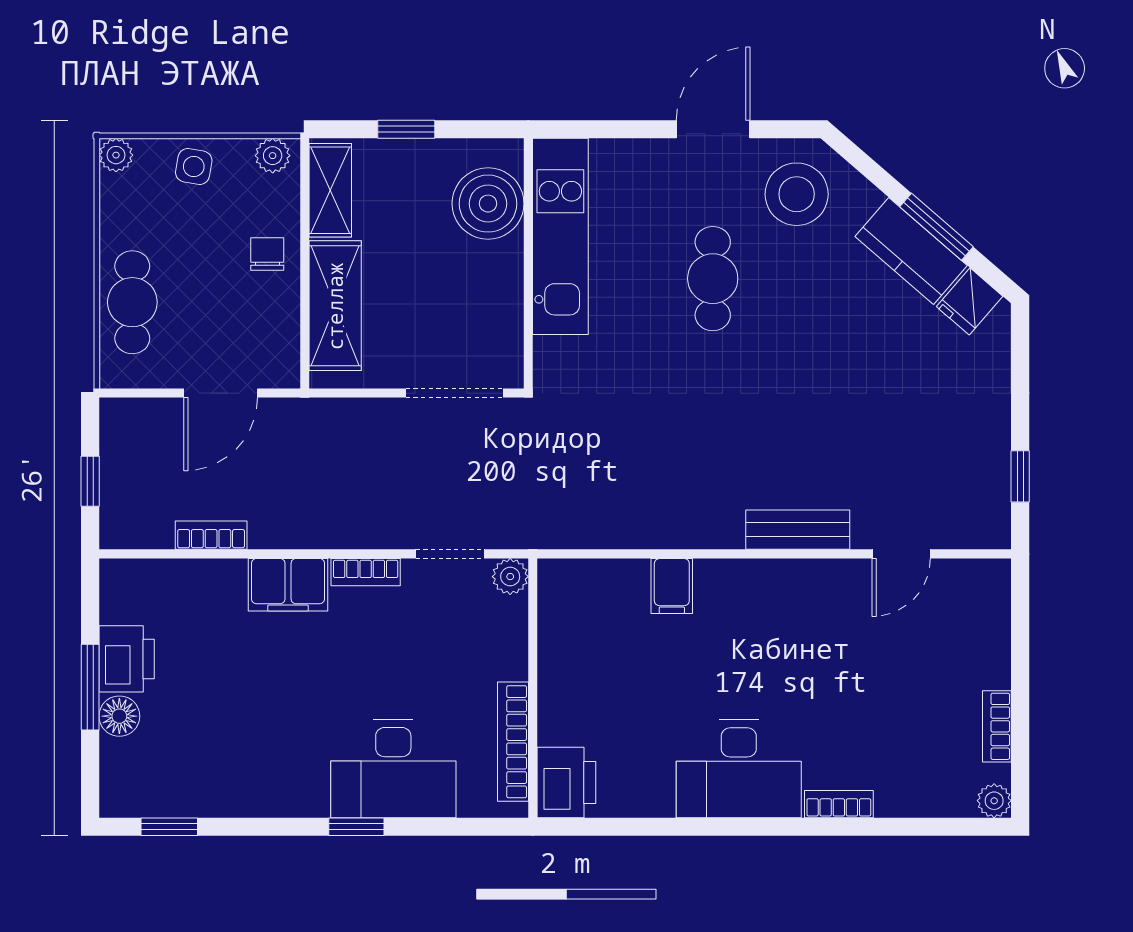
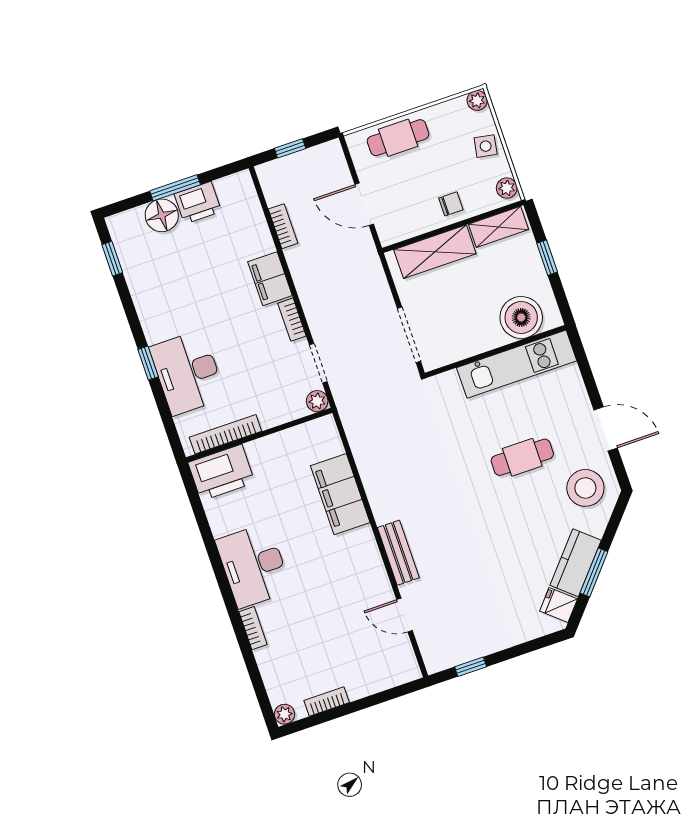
filing cabinet: (672, 586) -> (340, 494), width x3.00, depth x1.17
floor lamp: (119, 716) -> (162, 215), width x1.38, depth x1.38
printer: (566, 782) -> (221, 473), width x1.37, depth x1.19

